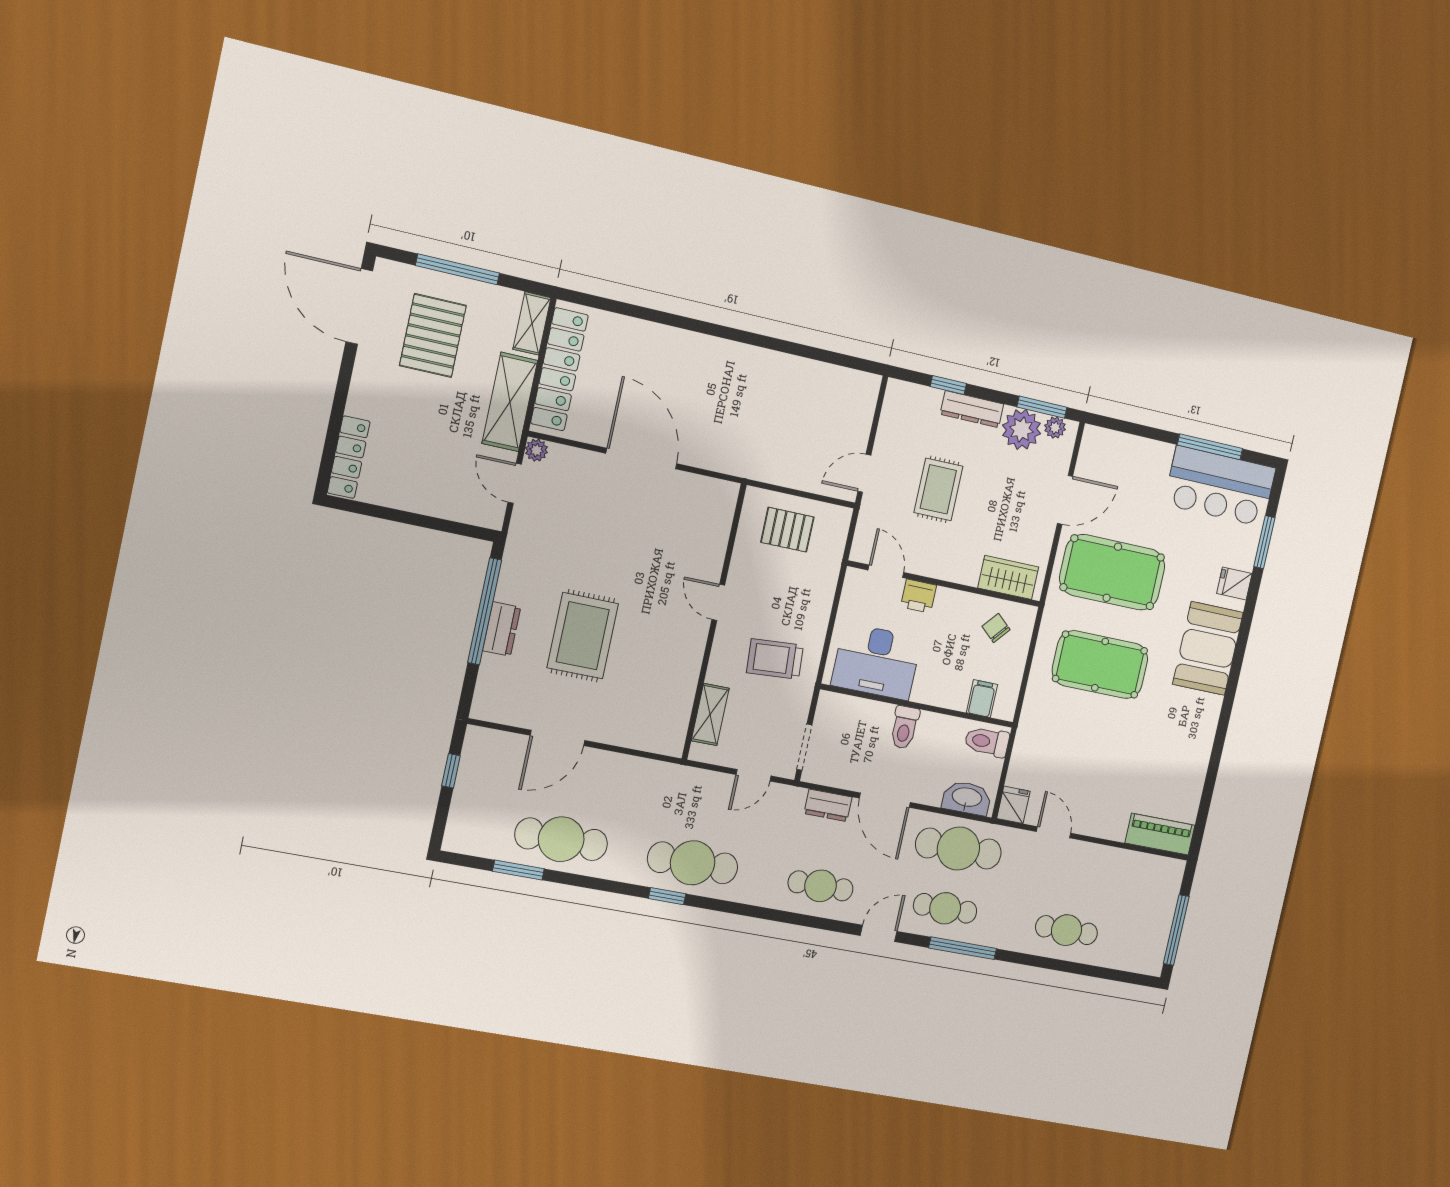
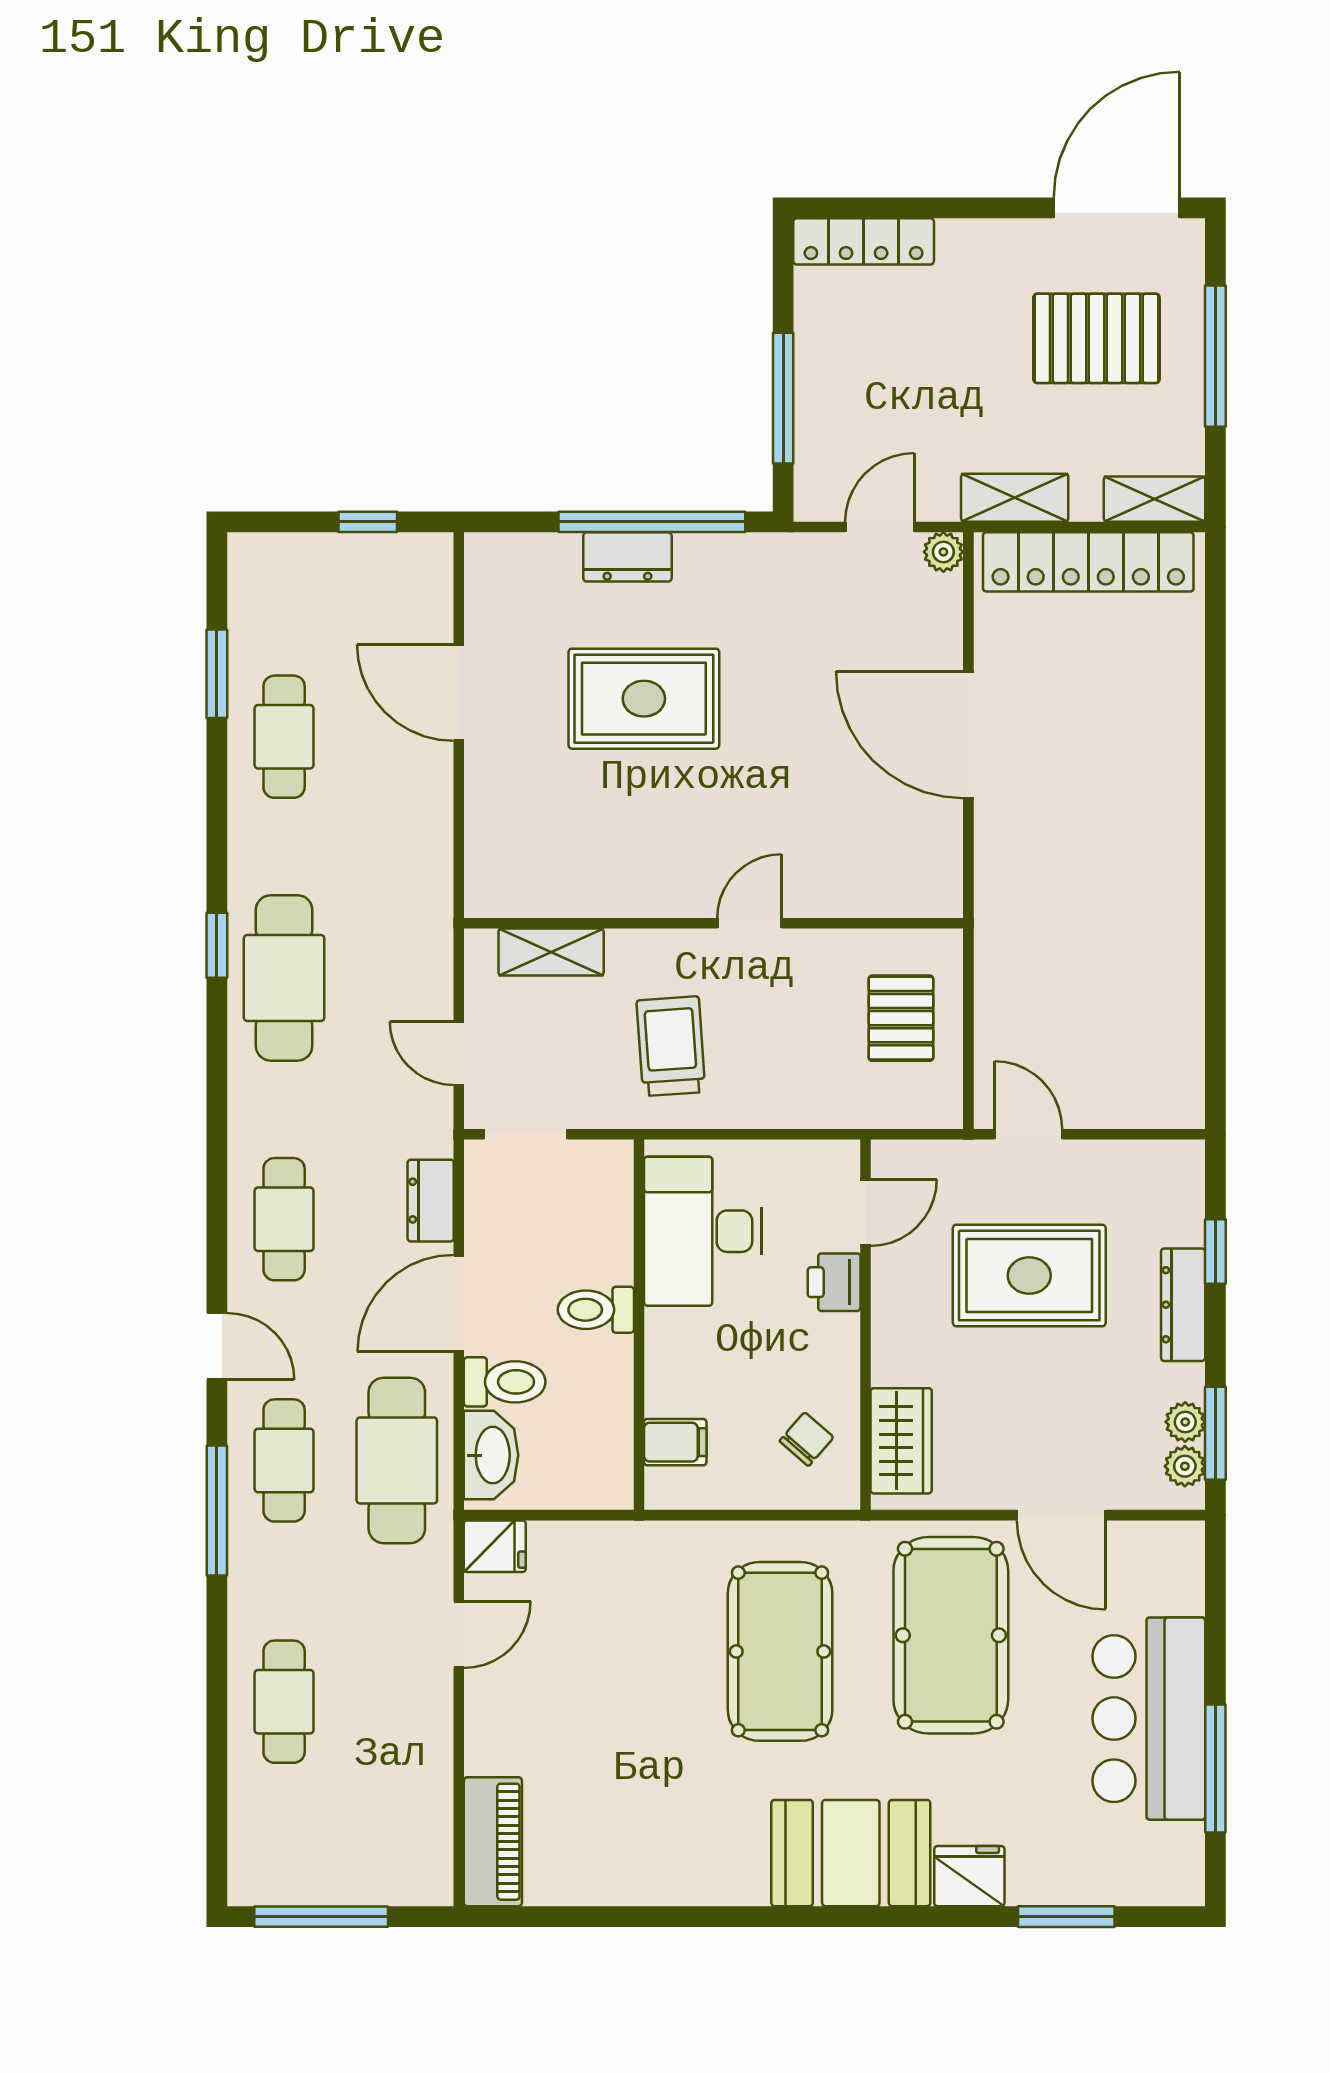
shelving: (510, 402) -> (1015, 498), width x0.67, depth x0.75
plant: (1022, 429) -> (1185, 1422), width x0.53, depth x0.53
door: (641, 459) -> (968, 735), swing flipped
bar counter: (1220, 486) -> (1149, 1719), moved
rug: (938, 489) -> (1029, 1276), width x1.36, depth x1.43
window: (430, 522) -> (783, 398), added
fridge: (1234, 584) -> (969, 1876), width x1.38
toilet: (987, 742) -> (505, 1382), moved, turned 90
cafe table: (561, 839) -> (284, 737), width x0.73, depth x0.74

